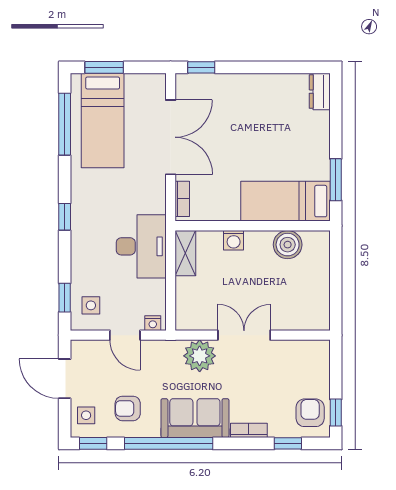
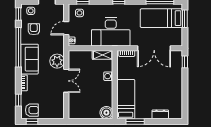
dresser: (320, 92) -> (160, 114), moved
boiler: (288, 245) -> (106, 113), moved
desk: (141, 246) -> (111, 32), width x1.36, depth x1.30

